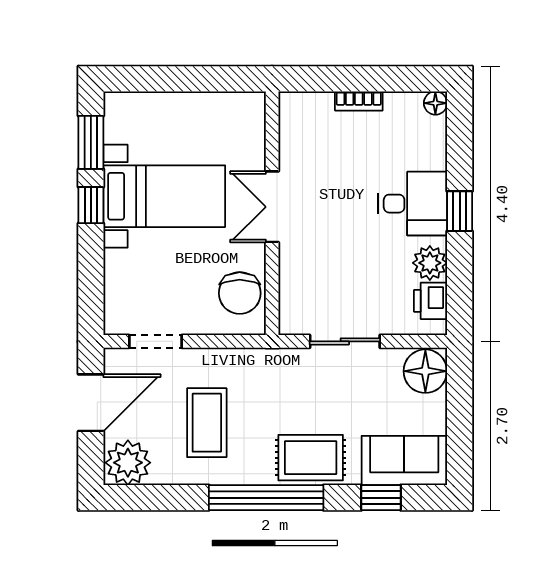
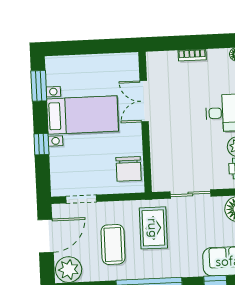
window: (91, 205) -> (41, 144), moved
double door: (272, 207) -> (144, 101), moved
rug: (311, 458) -> (153, 228), moved, turned 90

